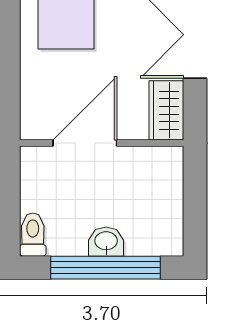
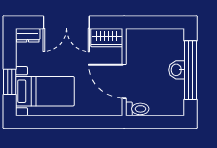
toilet: (33, 235) -> (137, 109), moved, turned 180

